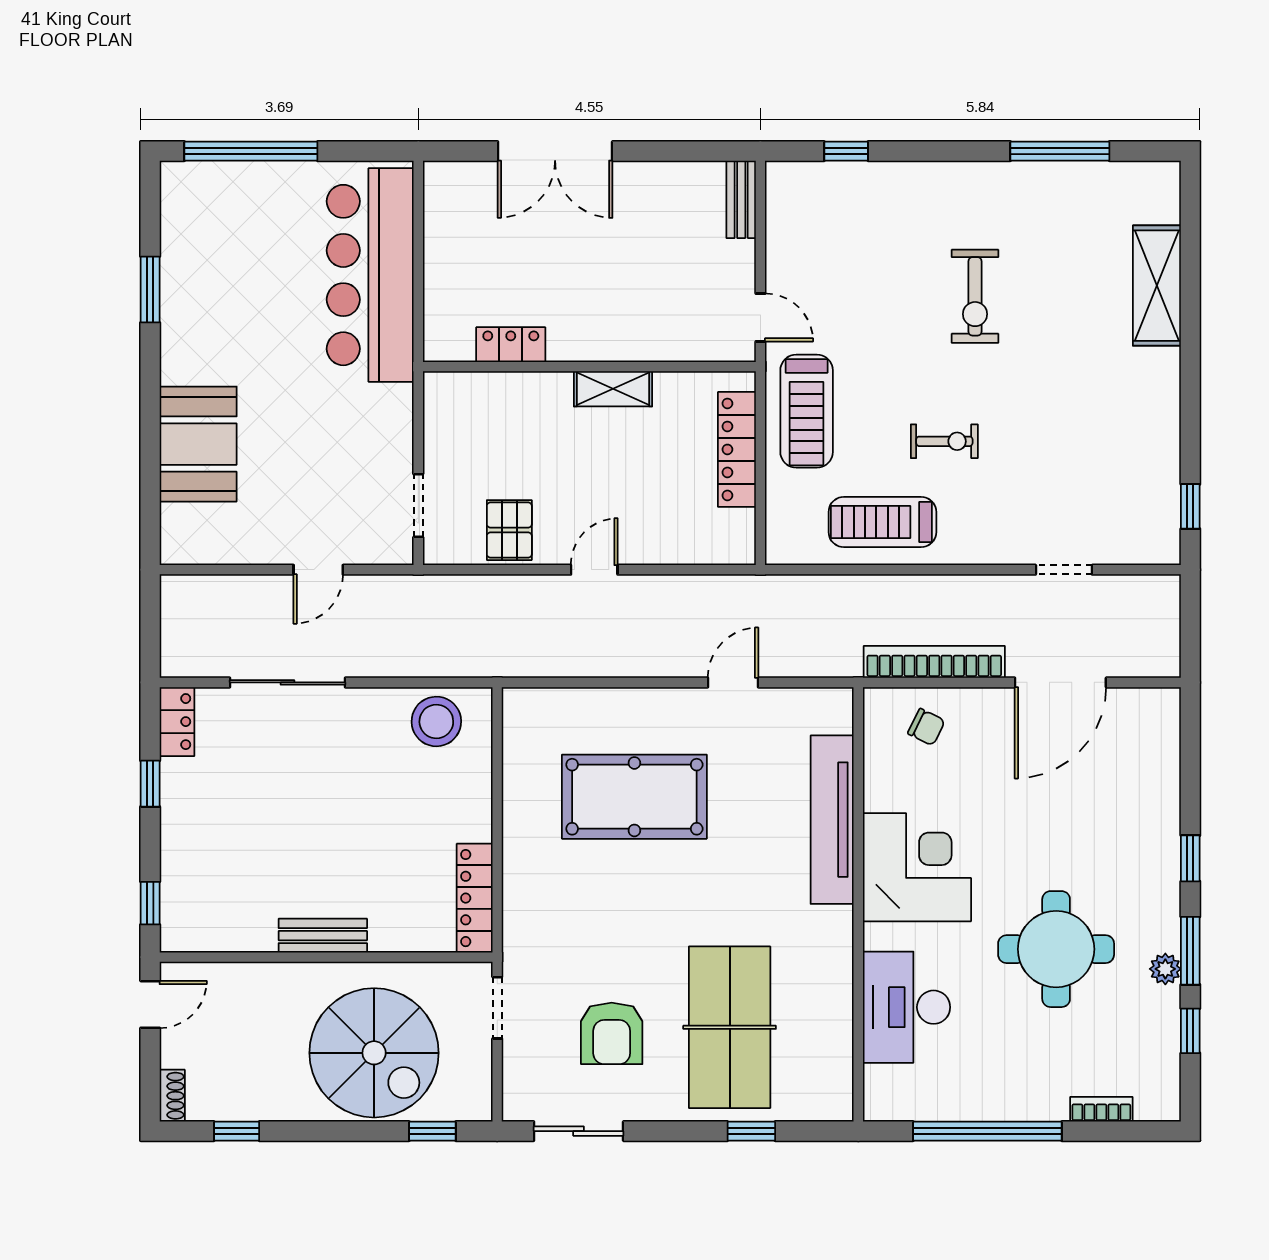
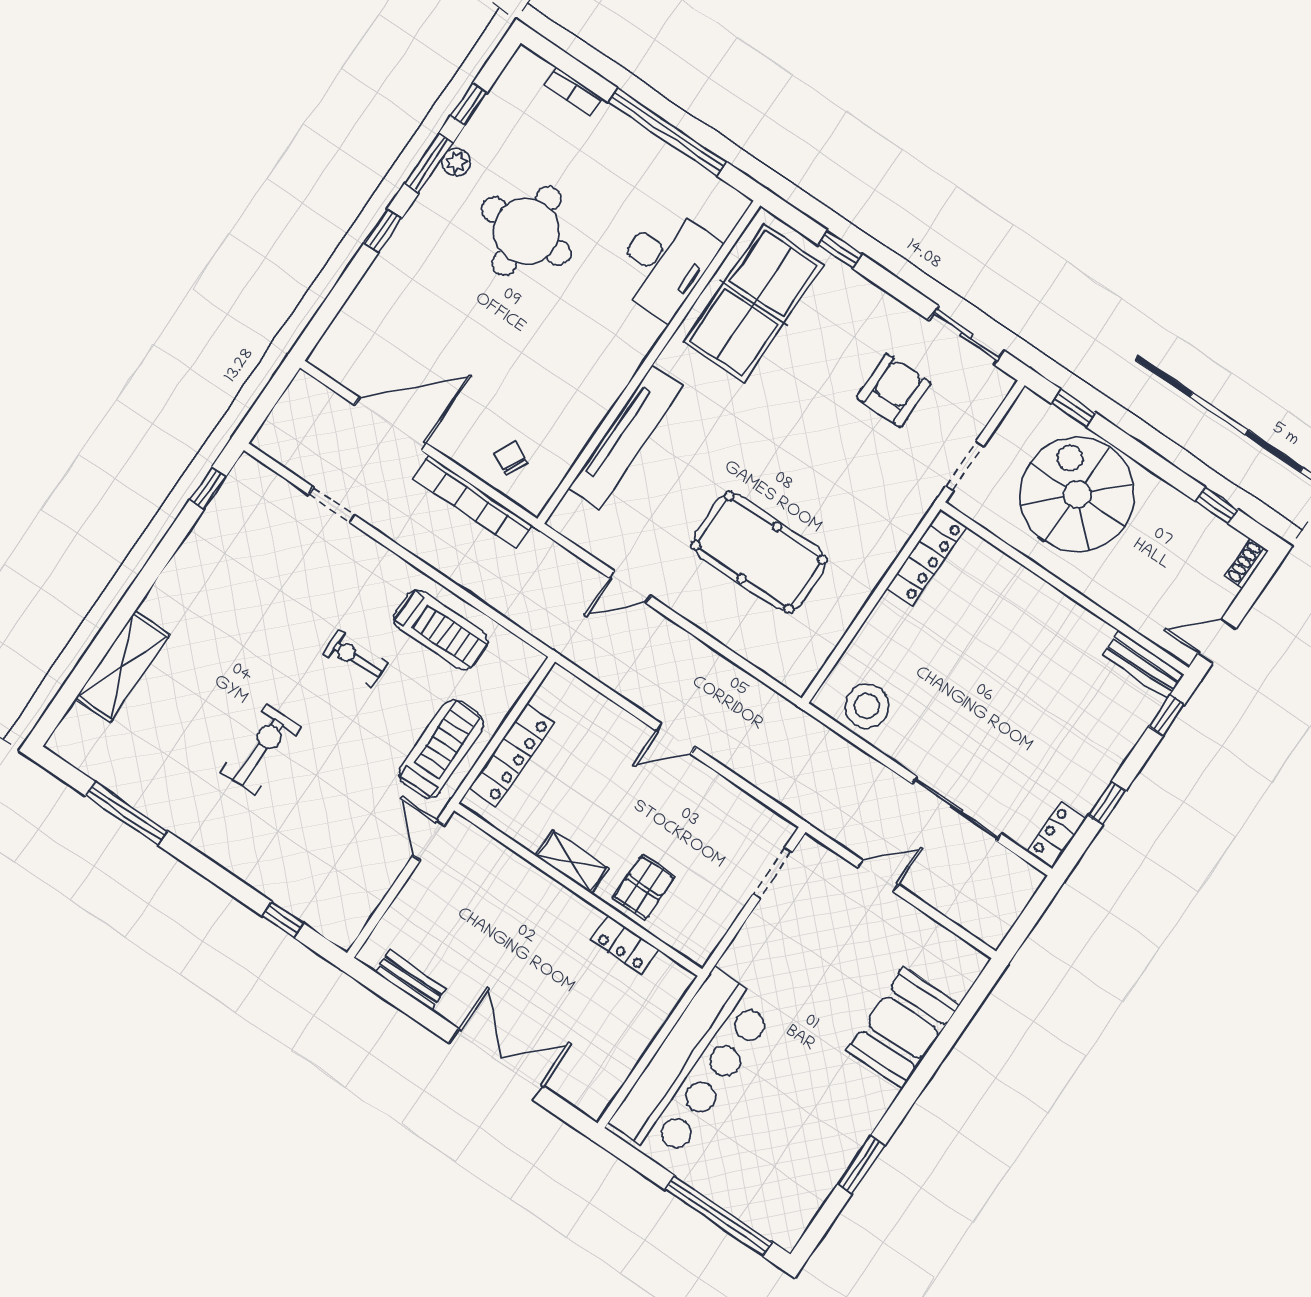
bench: (741, 199) -> (410, 980), moved, turned 90
pallet: (509, 530) -> (644, 887), moved
corner desk: (917, 867) -> (587, 360), removed
bench: (323, 936) -> (1143, 665), moved
table tennis table: (730, 1027) -> (754, 303), moved

